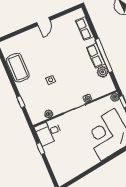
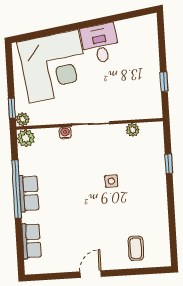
coffee table: (18, 68) -> (136, 248), moved, width x0.54, depth x0.58
plant: (103, 72) -> (26, 138), moved
desk: (48, 132) -> (100, 43), moved, turned -99

